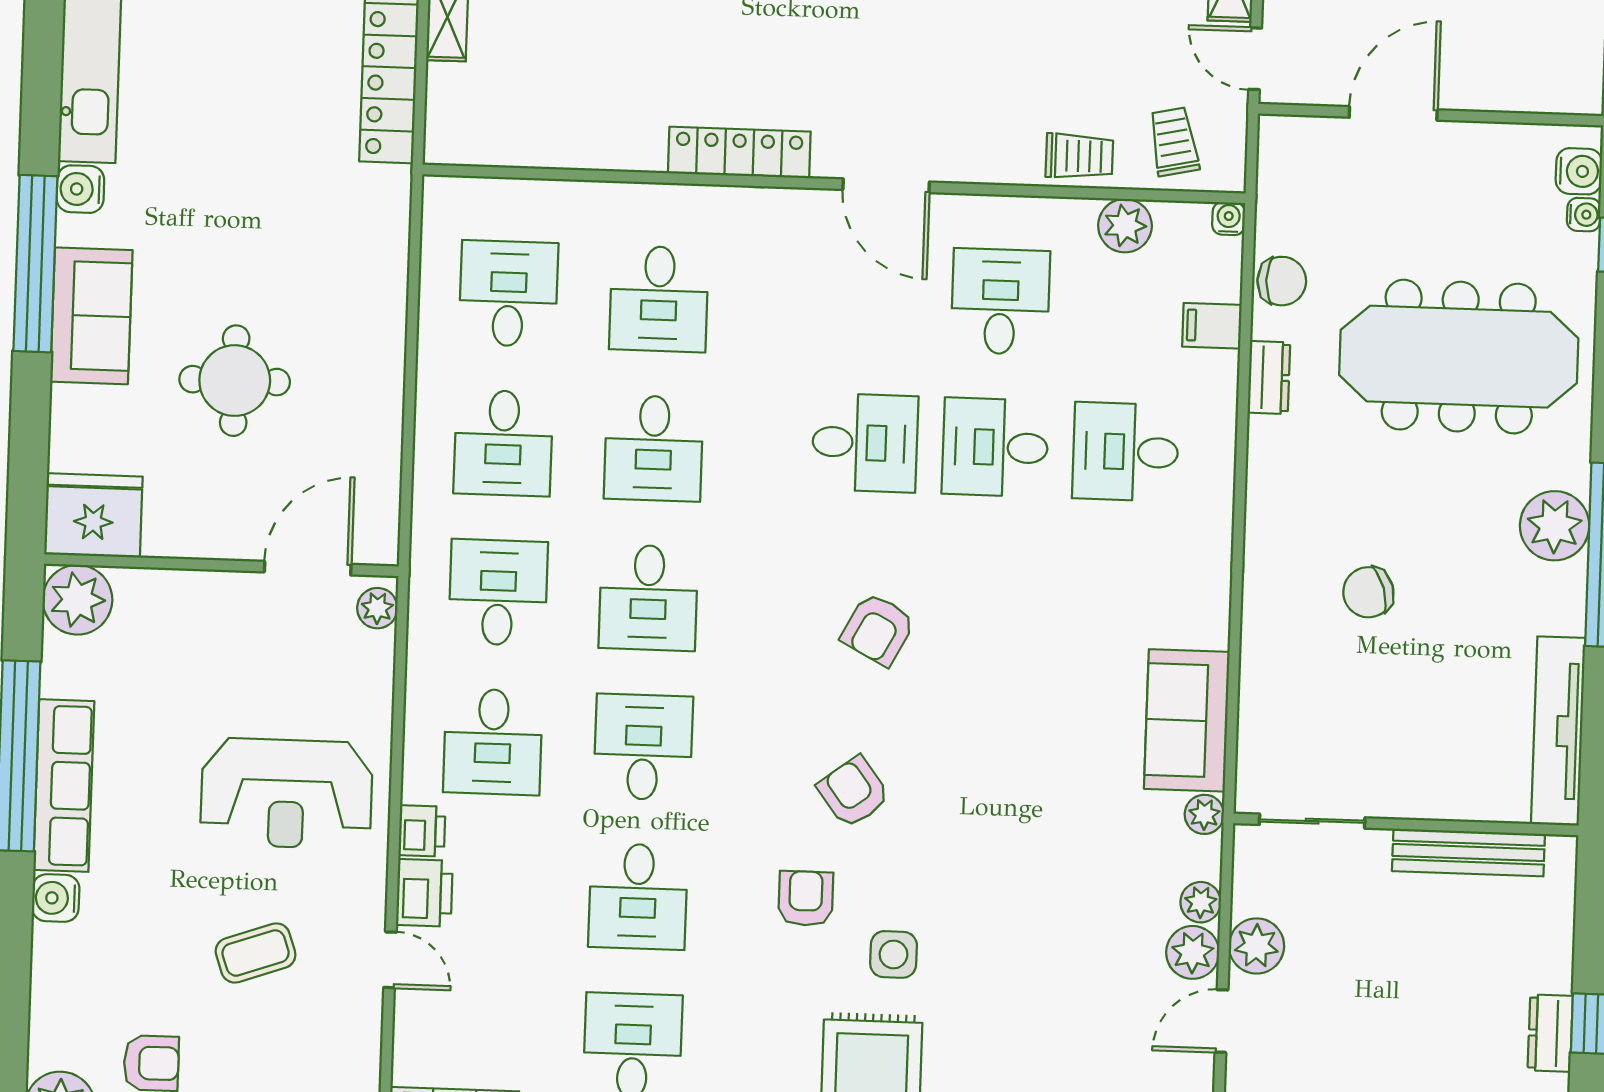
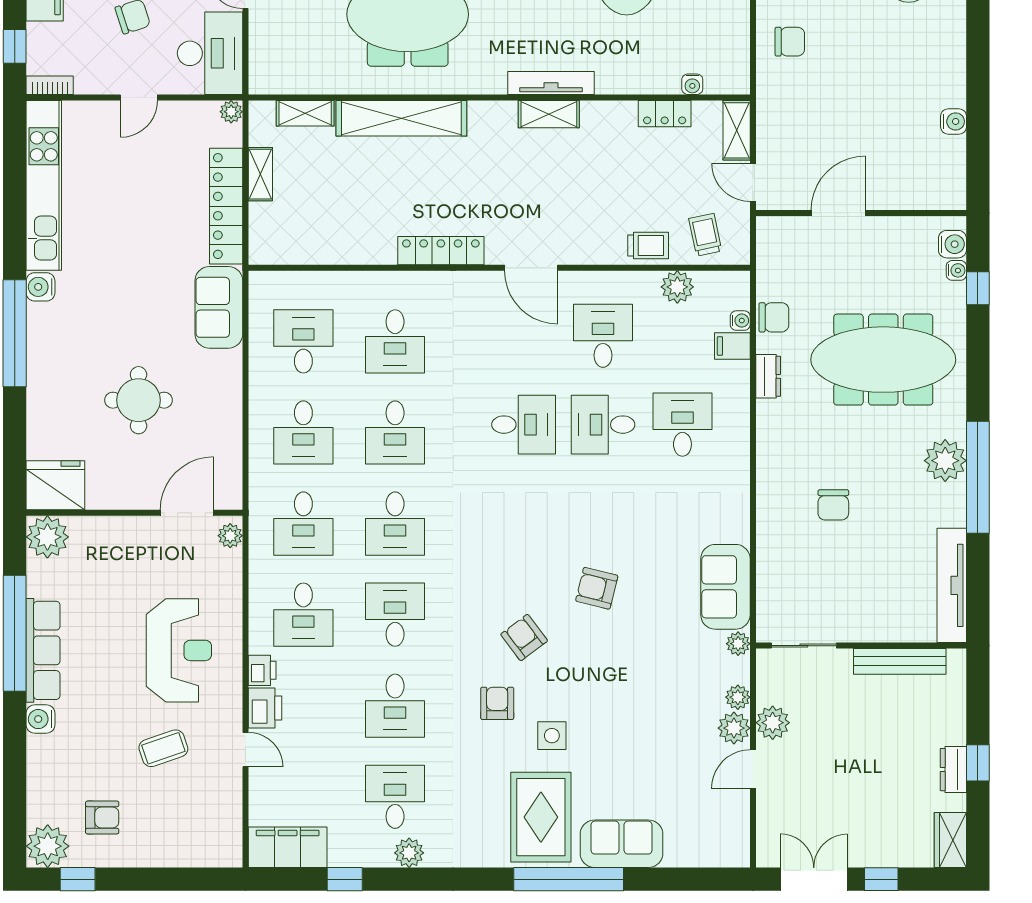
water cooler: (1229, 219) -> (740, 321), moved, turned 90
sofa: (91, 316) -> (219, 307), moved, turned 180
desk: (1126, 452) -> (682, 425), turned 90
desk: (498, 592) -> (303, 524), turned 180
chair: (1368, 592) -> (833, 505), turned -73
armchair: (878, 629) -> (597, 588), moved, turned 76
reception desk: (286, 793) -> (179, 650), turned -90

